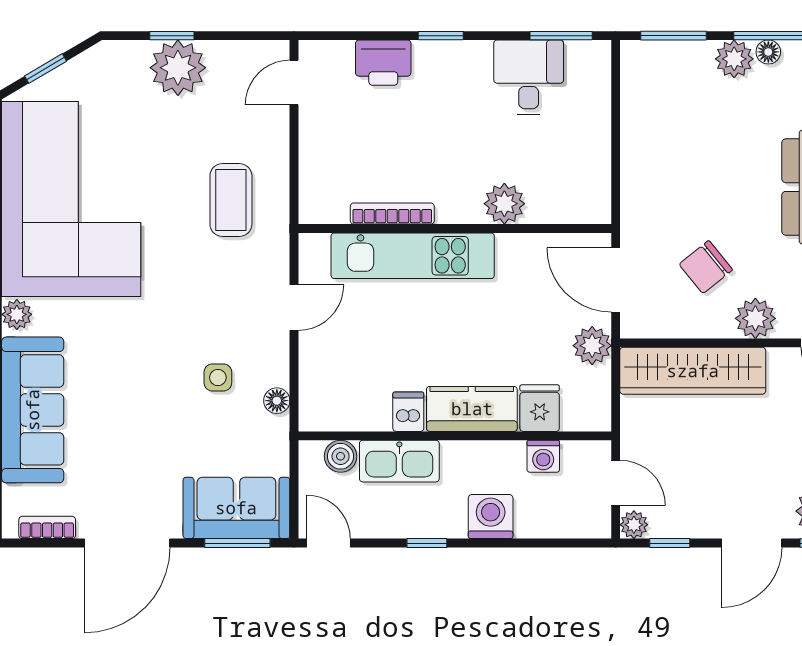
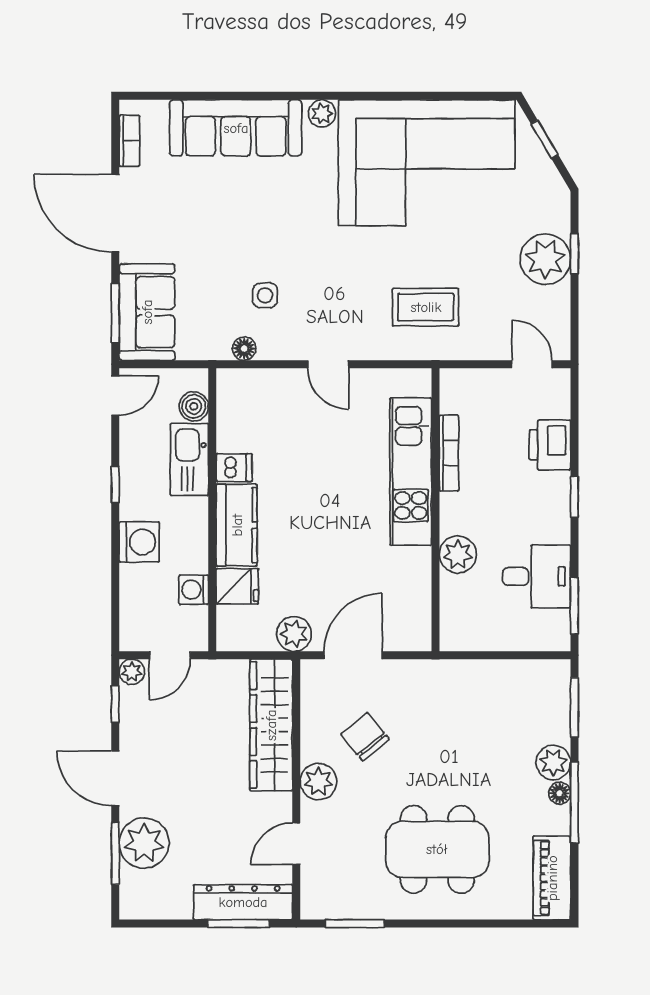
plant: (504, 204) -> (458, 555), moved
bookcase: (392, 214) -> (449, 453), moved
wall: (455, 229) -> (435, 510), moved
kitchen unit: (413, 256) -> (411, 472), moved

